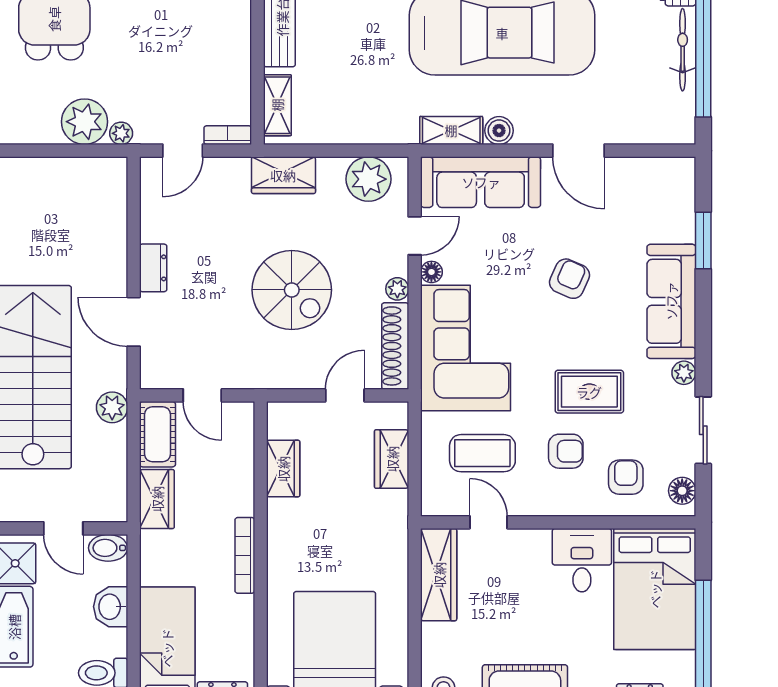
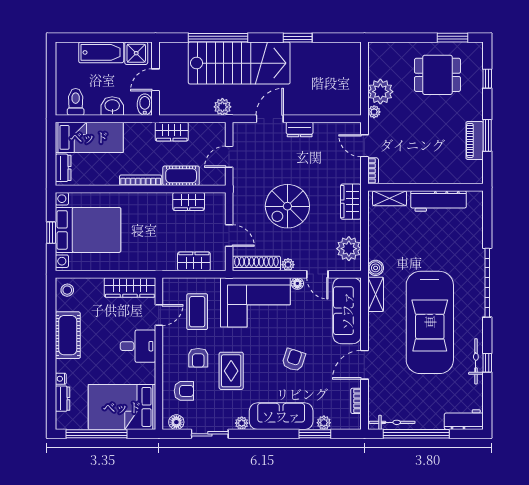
bicycle: (683, 50) -> (392, 422), moved
boiler: (499, 131) -> (376, 268), moved
bookcase: (644, 166) -> (356, 401), added
plant: (683, 224) -> (324, 423), added
armchair: (570, 279) -> (294, 360), turned -96
cot: (158, 434) -> (181, 176), moved
desk: (582, 560) -> (138, 346), moved

